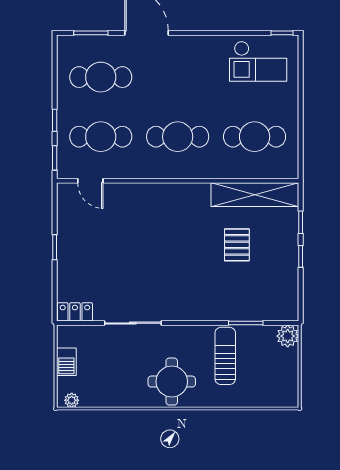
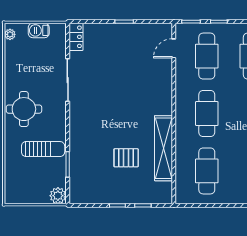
shelving: (255, 195) -> (163, 148), moved

